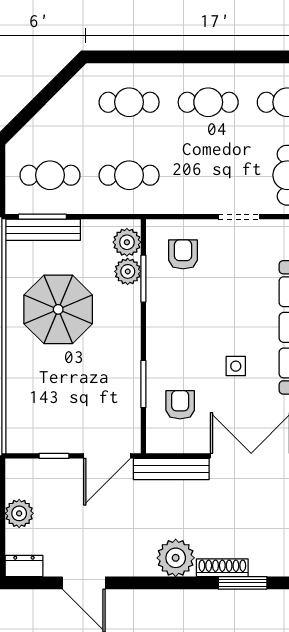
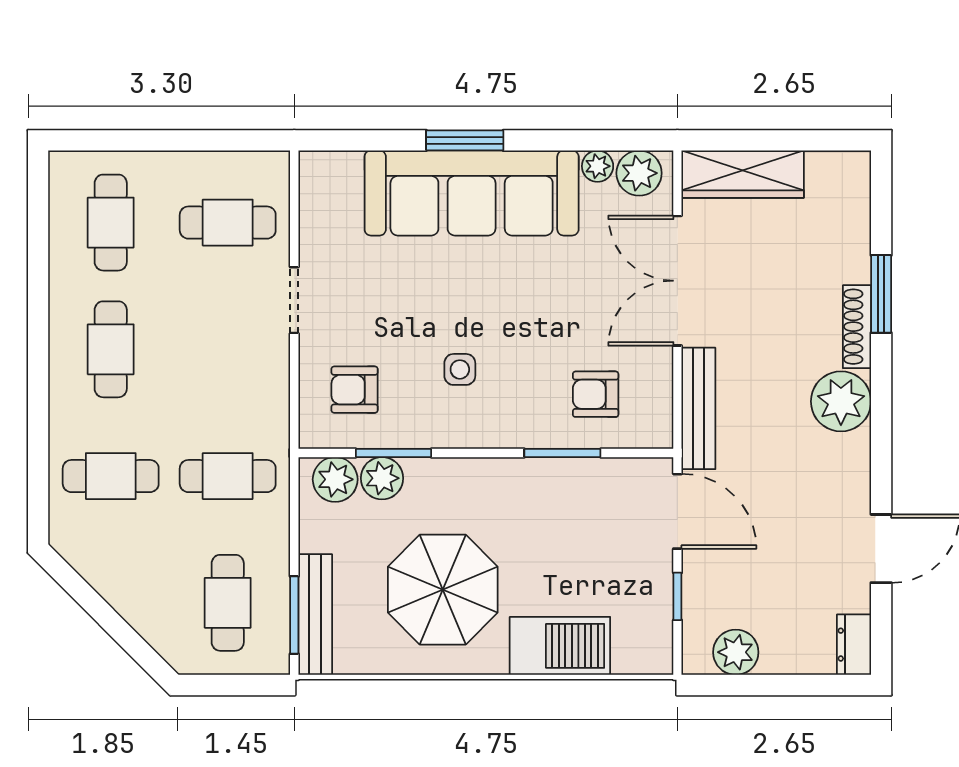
cafe table: (129, 102) -> (111, 476), turned 90
cafe table: (129, 175) -> (228, 476), turned 90
side table: (236, 366) -> (460, 369), moved
barbecue: (23, 383) -> (560, 646), added
plant: (19, 513) -> (736, 652), moved

